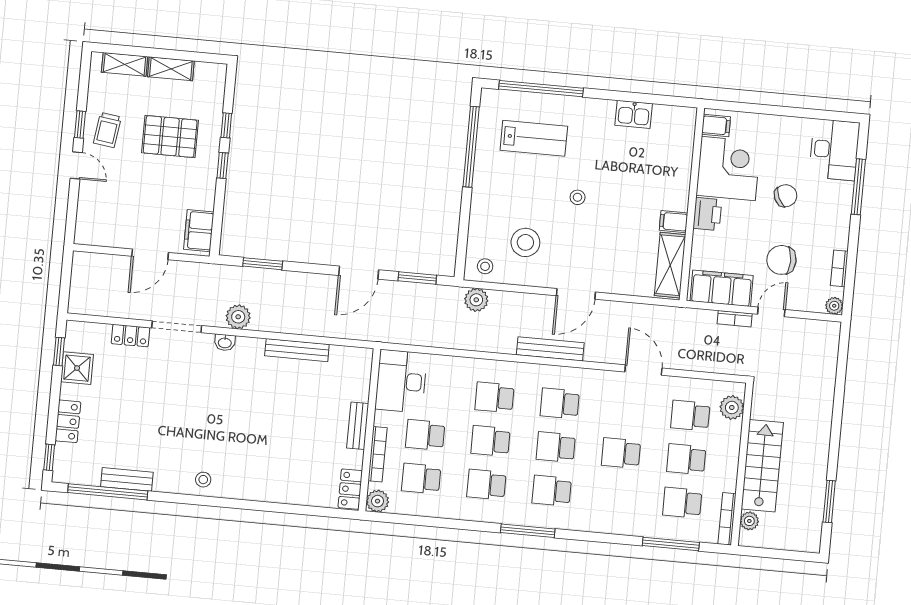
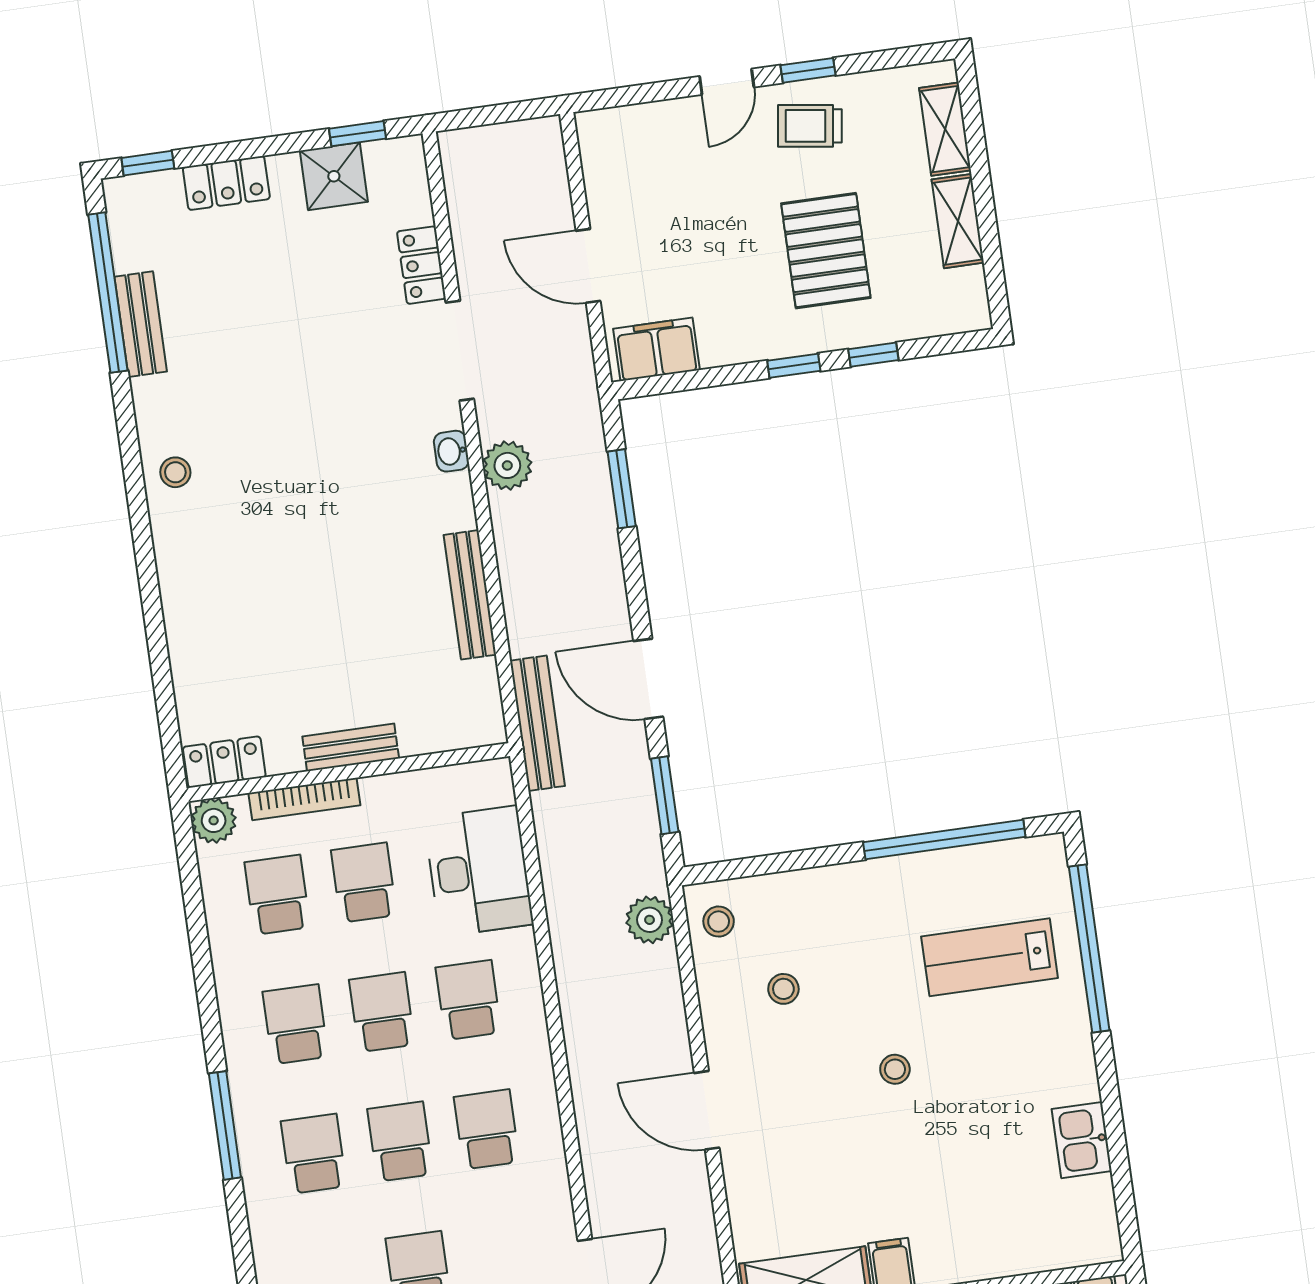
lab bench: (534, 138) -> (990, 957), turned 90
stool: (525, 242) -> (783, 989), width x0.53, depth x0.53
bench: (550, 349) -> (537, 723), moved
desk: (401, 381) -> (479, 871), moved, turned 90

